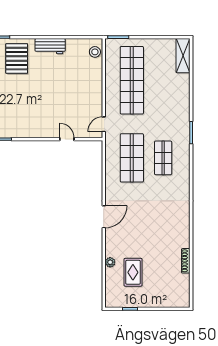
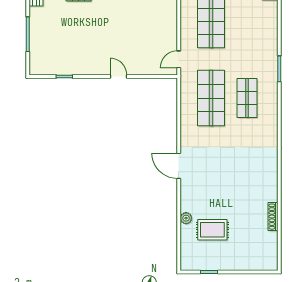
door: (67, 139) -> (118, 76), moved
door: (104, 217) -> (179, 166), swing flipped
rug: (133, 272) -> (212, 230), turned 90

